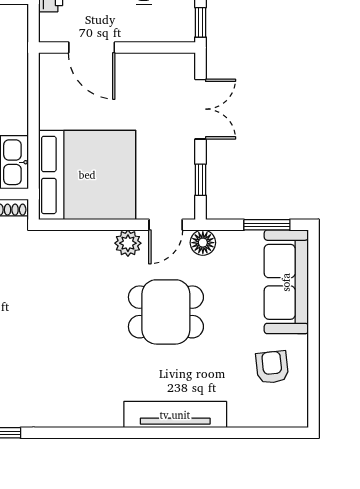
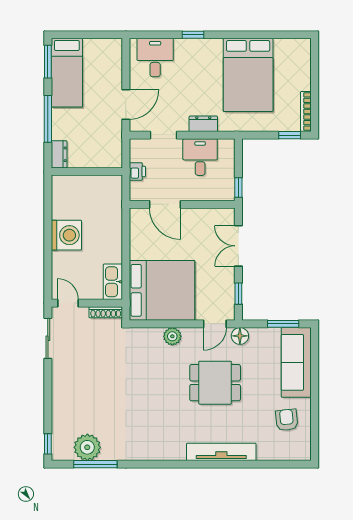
double door: (200, 109) -> (238, 246), swing flipped
plant: (128, 243) -> (172, 336), moved

